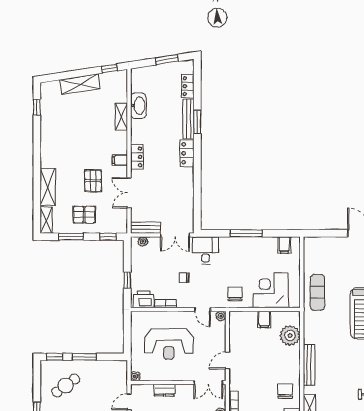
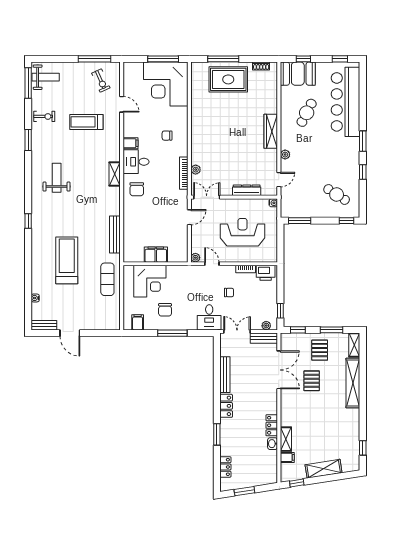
washbasin: (138, 106) -> (273, 444), width x0.52, depth x0.69
bench: (188, 119) -> (225, 375), moved
locker: (137, 157) -> (272, 425), moved
filing cabinet: (120, 160) -> (287, 457), moved
shelving: (48, 187) -> (353, 383), width x1.47
double door: (129, 193) -> (279, 370), width x1.37
pallet: (84, 215) -> (320, 350), turned 90
window: (127, 280) -> (280, 311), moved
chair: (235, 294) -> (165, 310), moved
filing cabinet: (264, 319) -> (156, 255), width x2.00
plant: (290, 336) -> (132, 240), removed
window: (84, 357) -> (300, 221), moved
bench: (309, 365) -> (115, 235), moved
cafe table: (66, 385) -> (337, 194), turned 69
dresser: (164, 390) -> (247, 190), width x1.44

